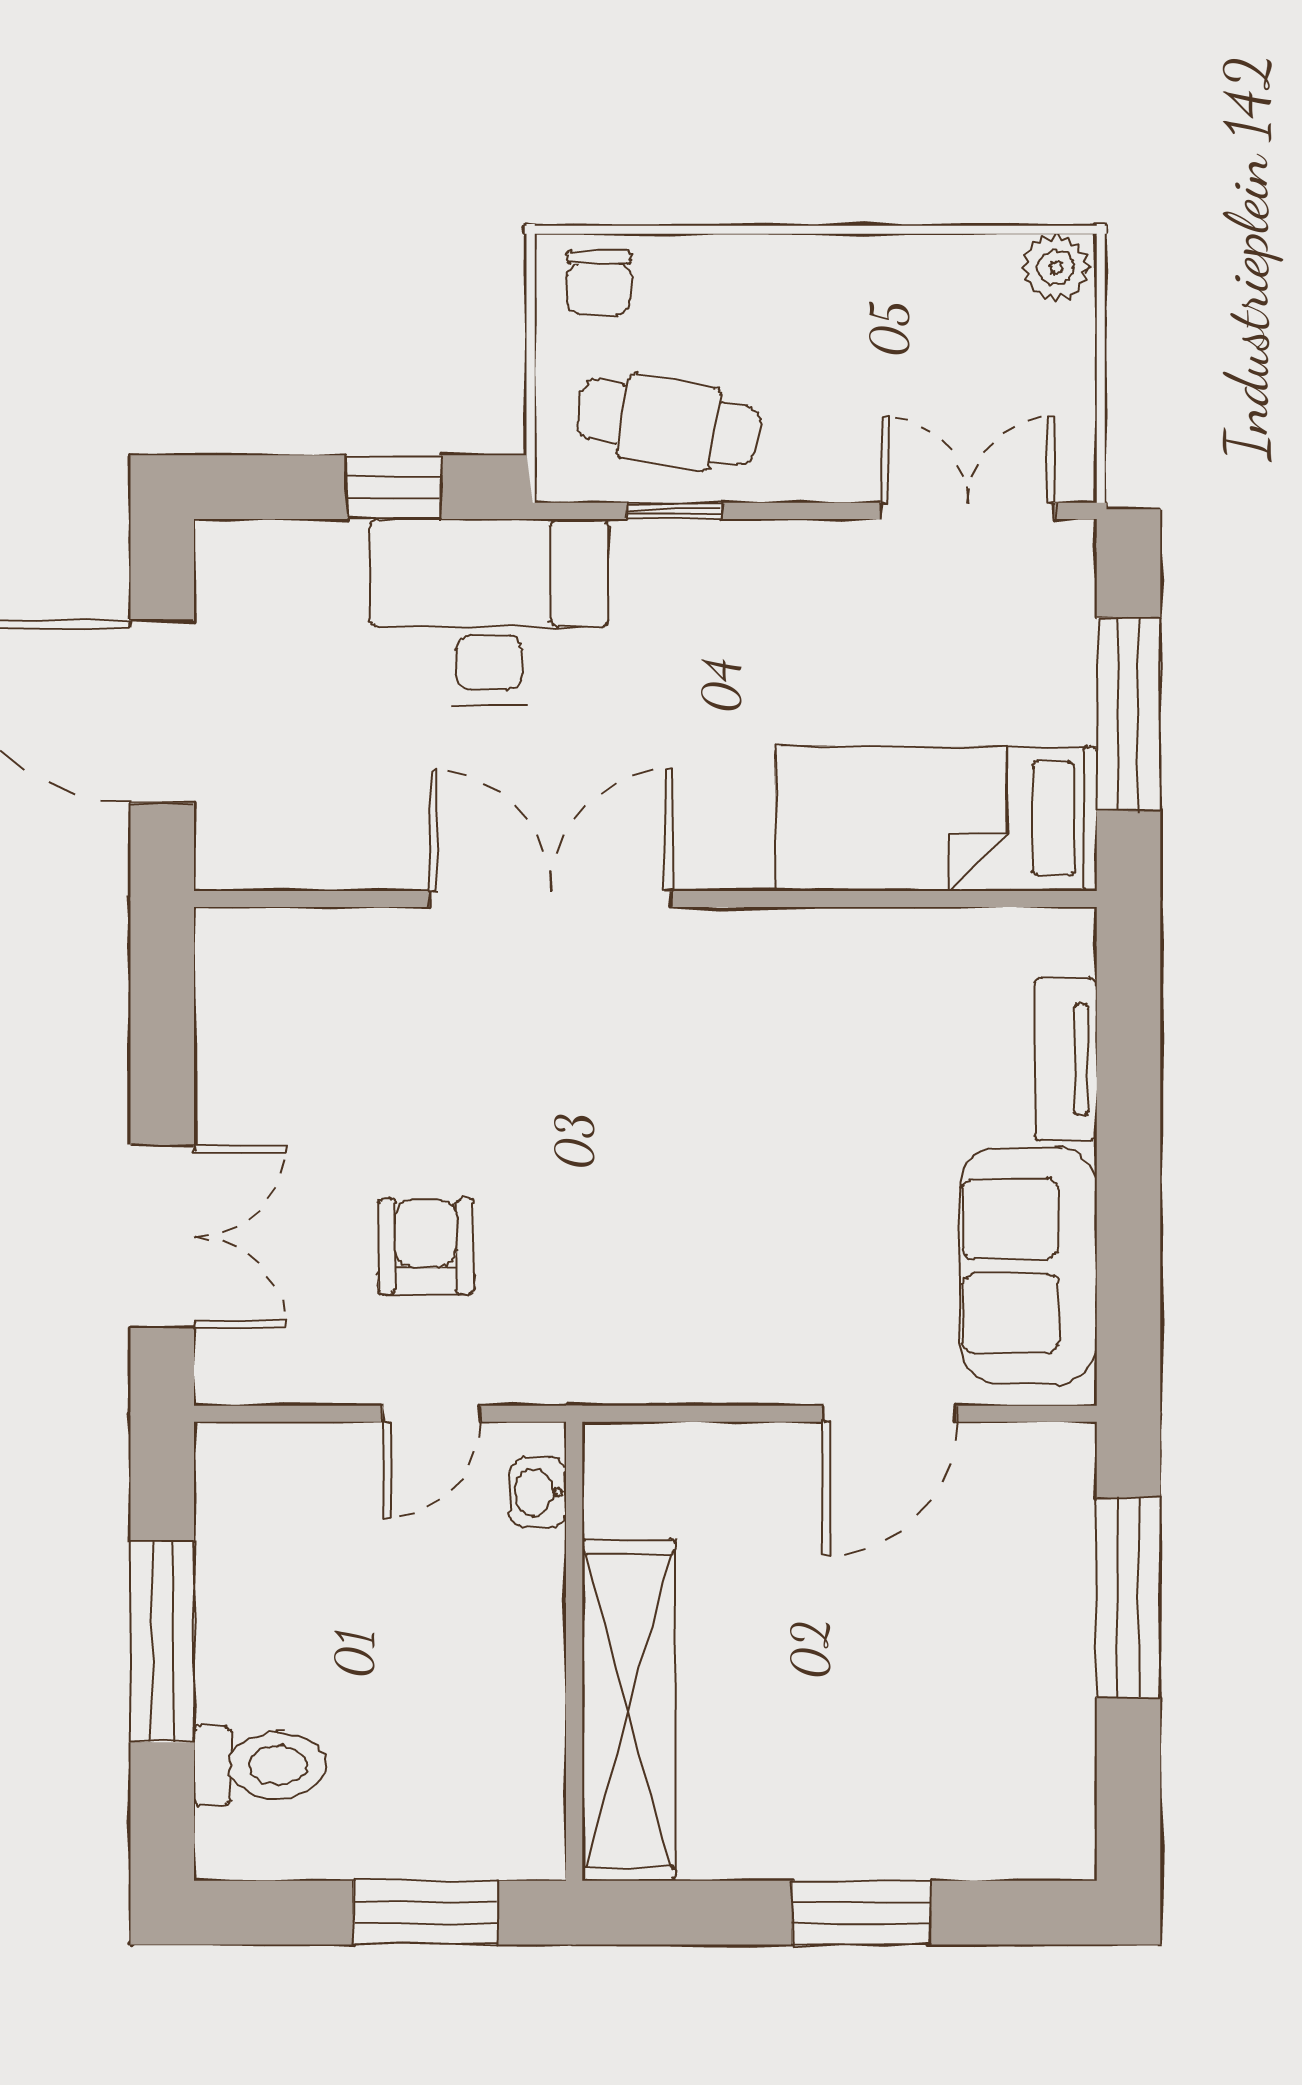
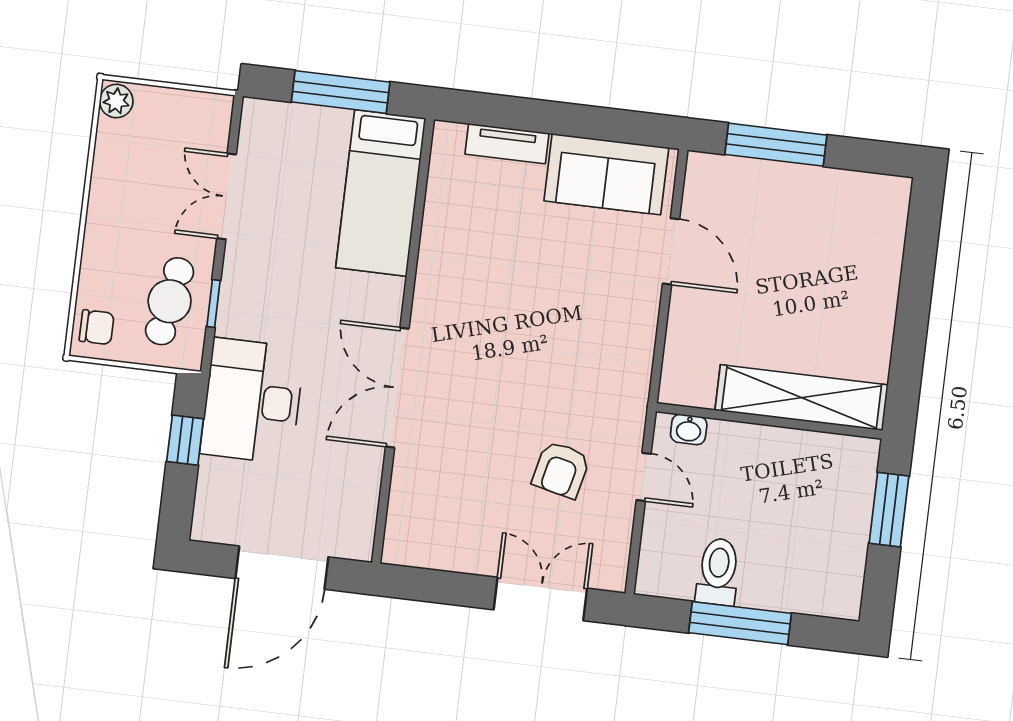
double door: (968, 511) -> (226, 196), moved
armchair: (426, 1246) -> (561, 470), turned -77
toilet: (260, 1765) -> (718, 572), moved
window: (861, 1913) -> (915, 295), removed

